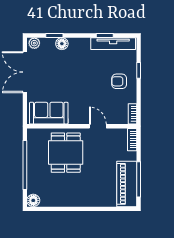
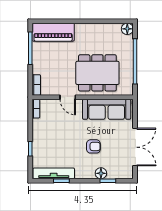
plant: (34, 43) -> (126, 174), removed
armchair: (119, 81) -> (93, 146), moved
sofa: (49, 113) -> (107, 109), width x1.36
dining table: (66, 153) -> (97, 73), width x1.38
piano: (127, 184) -> (53, 32), moved, turned 90

